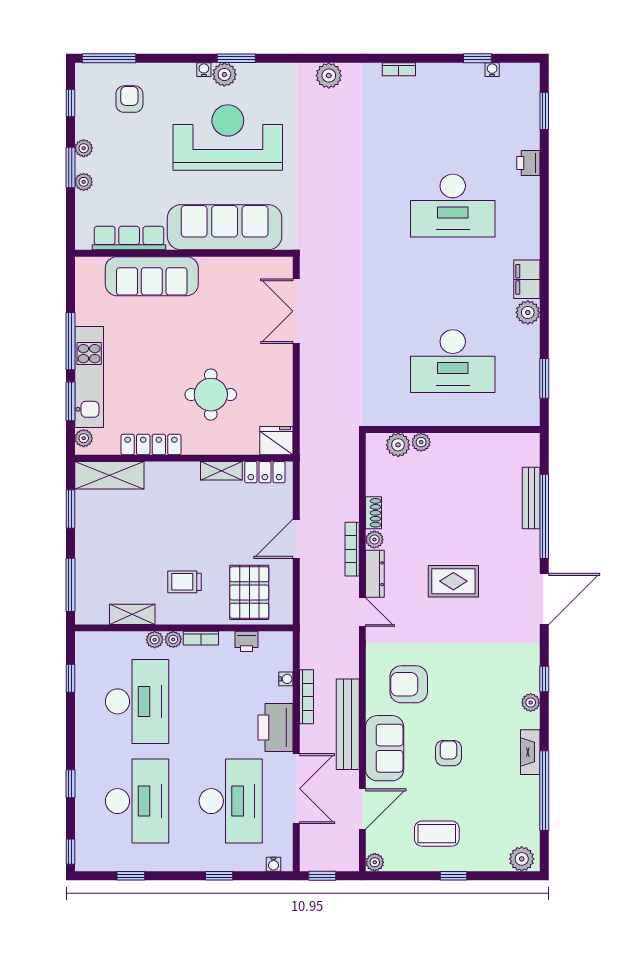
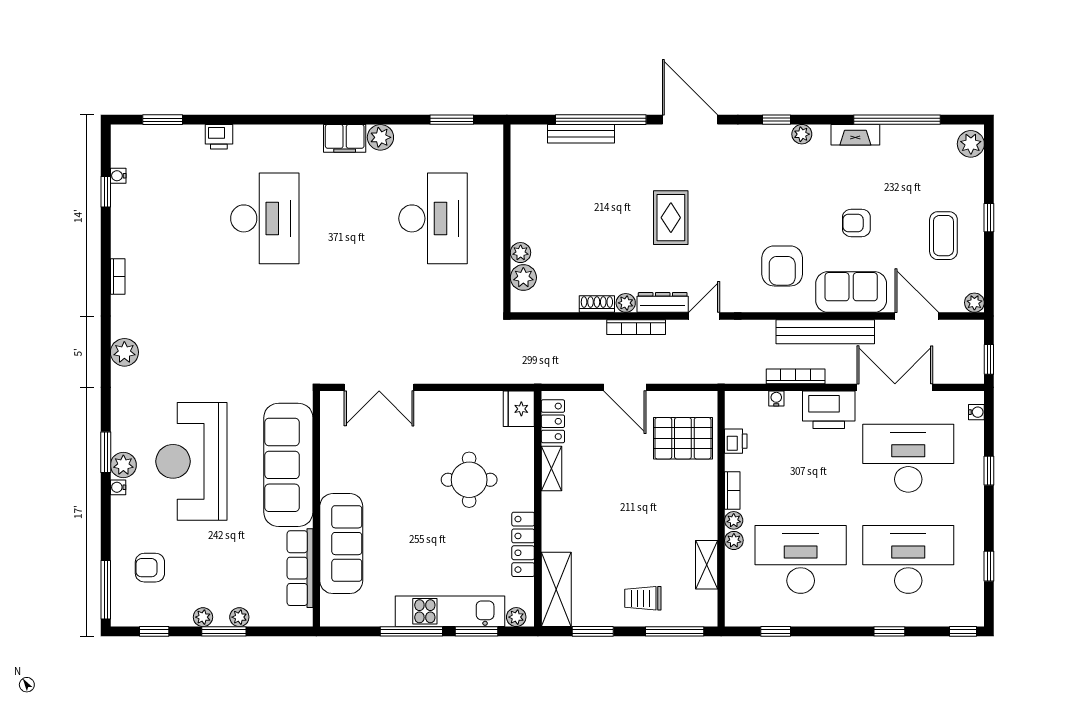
trolley: (185, 582) -> (643, 598), moved, turned 90

